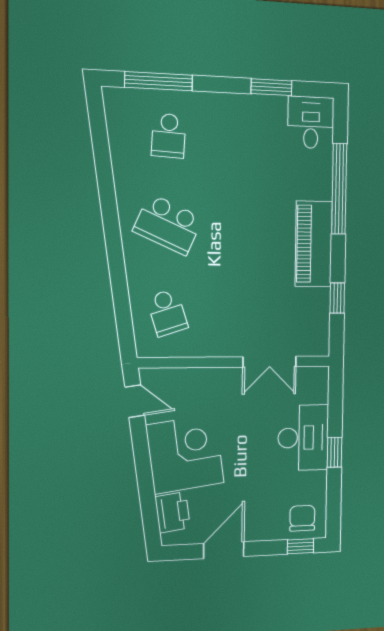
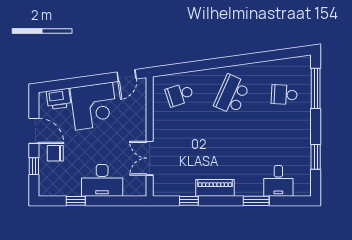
desk: (311, 123) -> (278, 181), moved, turned 90
window: (339, 189) -> (256, 201), width x0.47
piano: (314, 244) -> (215, 188), width x0.73, depth x0.75
window: (335, 452) -> (76, 201), moved
chair: (302, 518) -> (55, 153), moved, turned 180
window: (300, 546) -> (34, 166), moved

